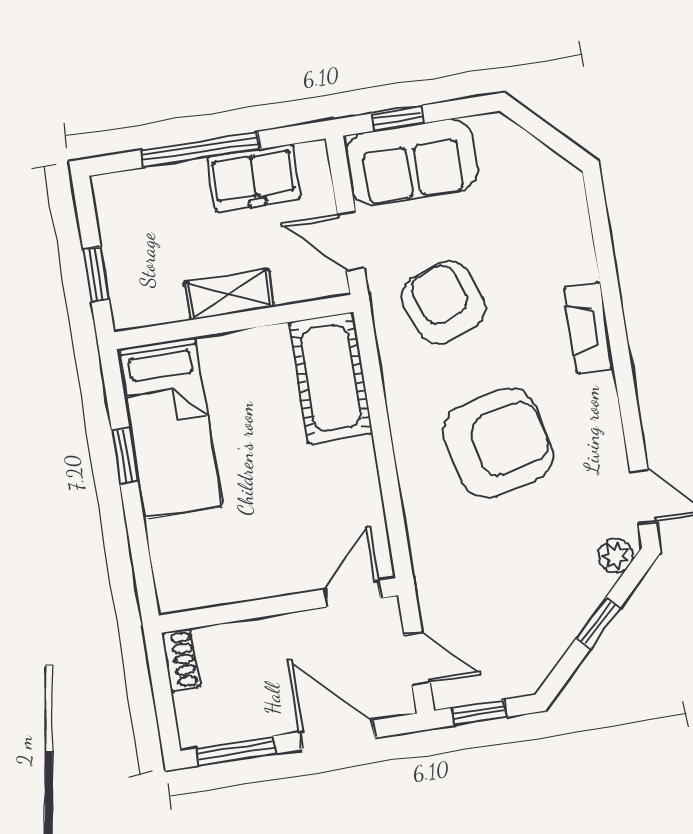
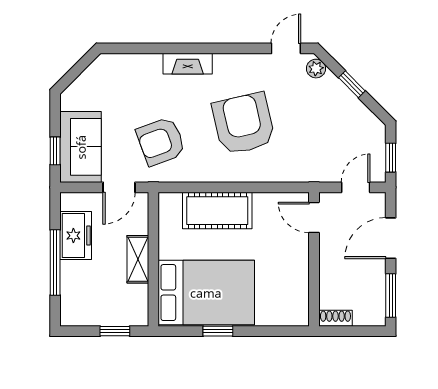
cot: (331, 378) -> (217, 211), moved
bed: (171, 428) -> (206, 293), width x1.50

